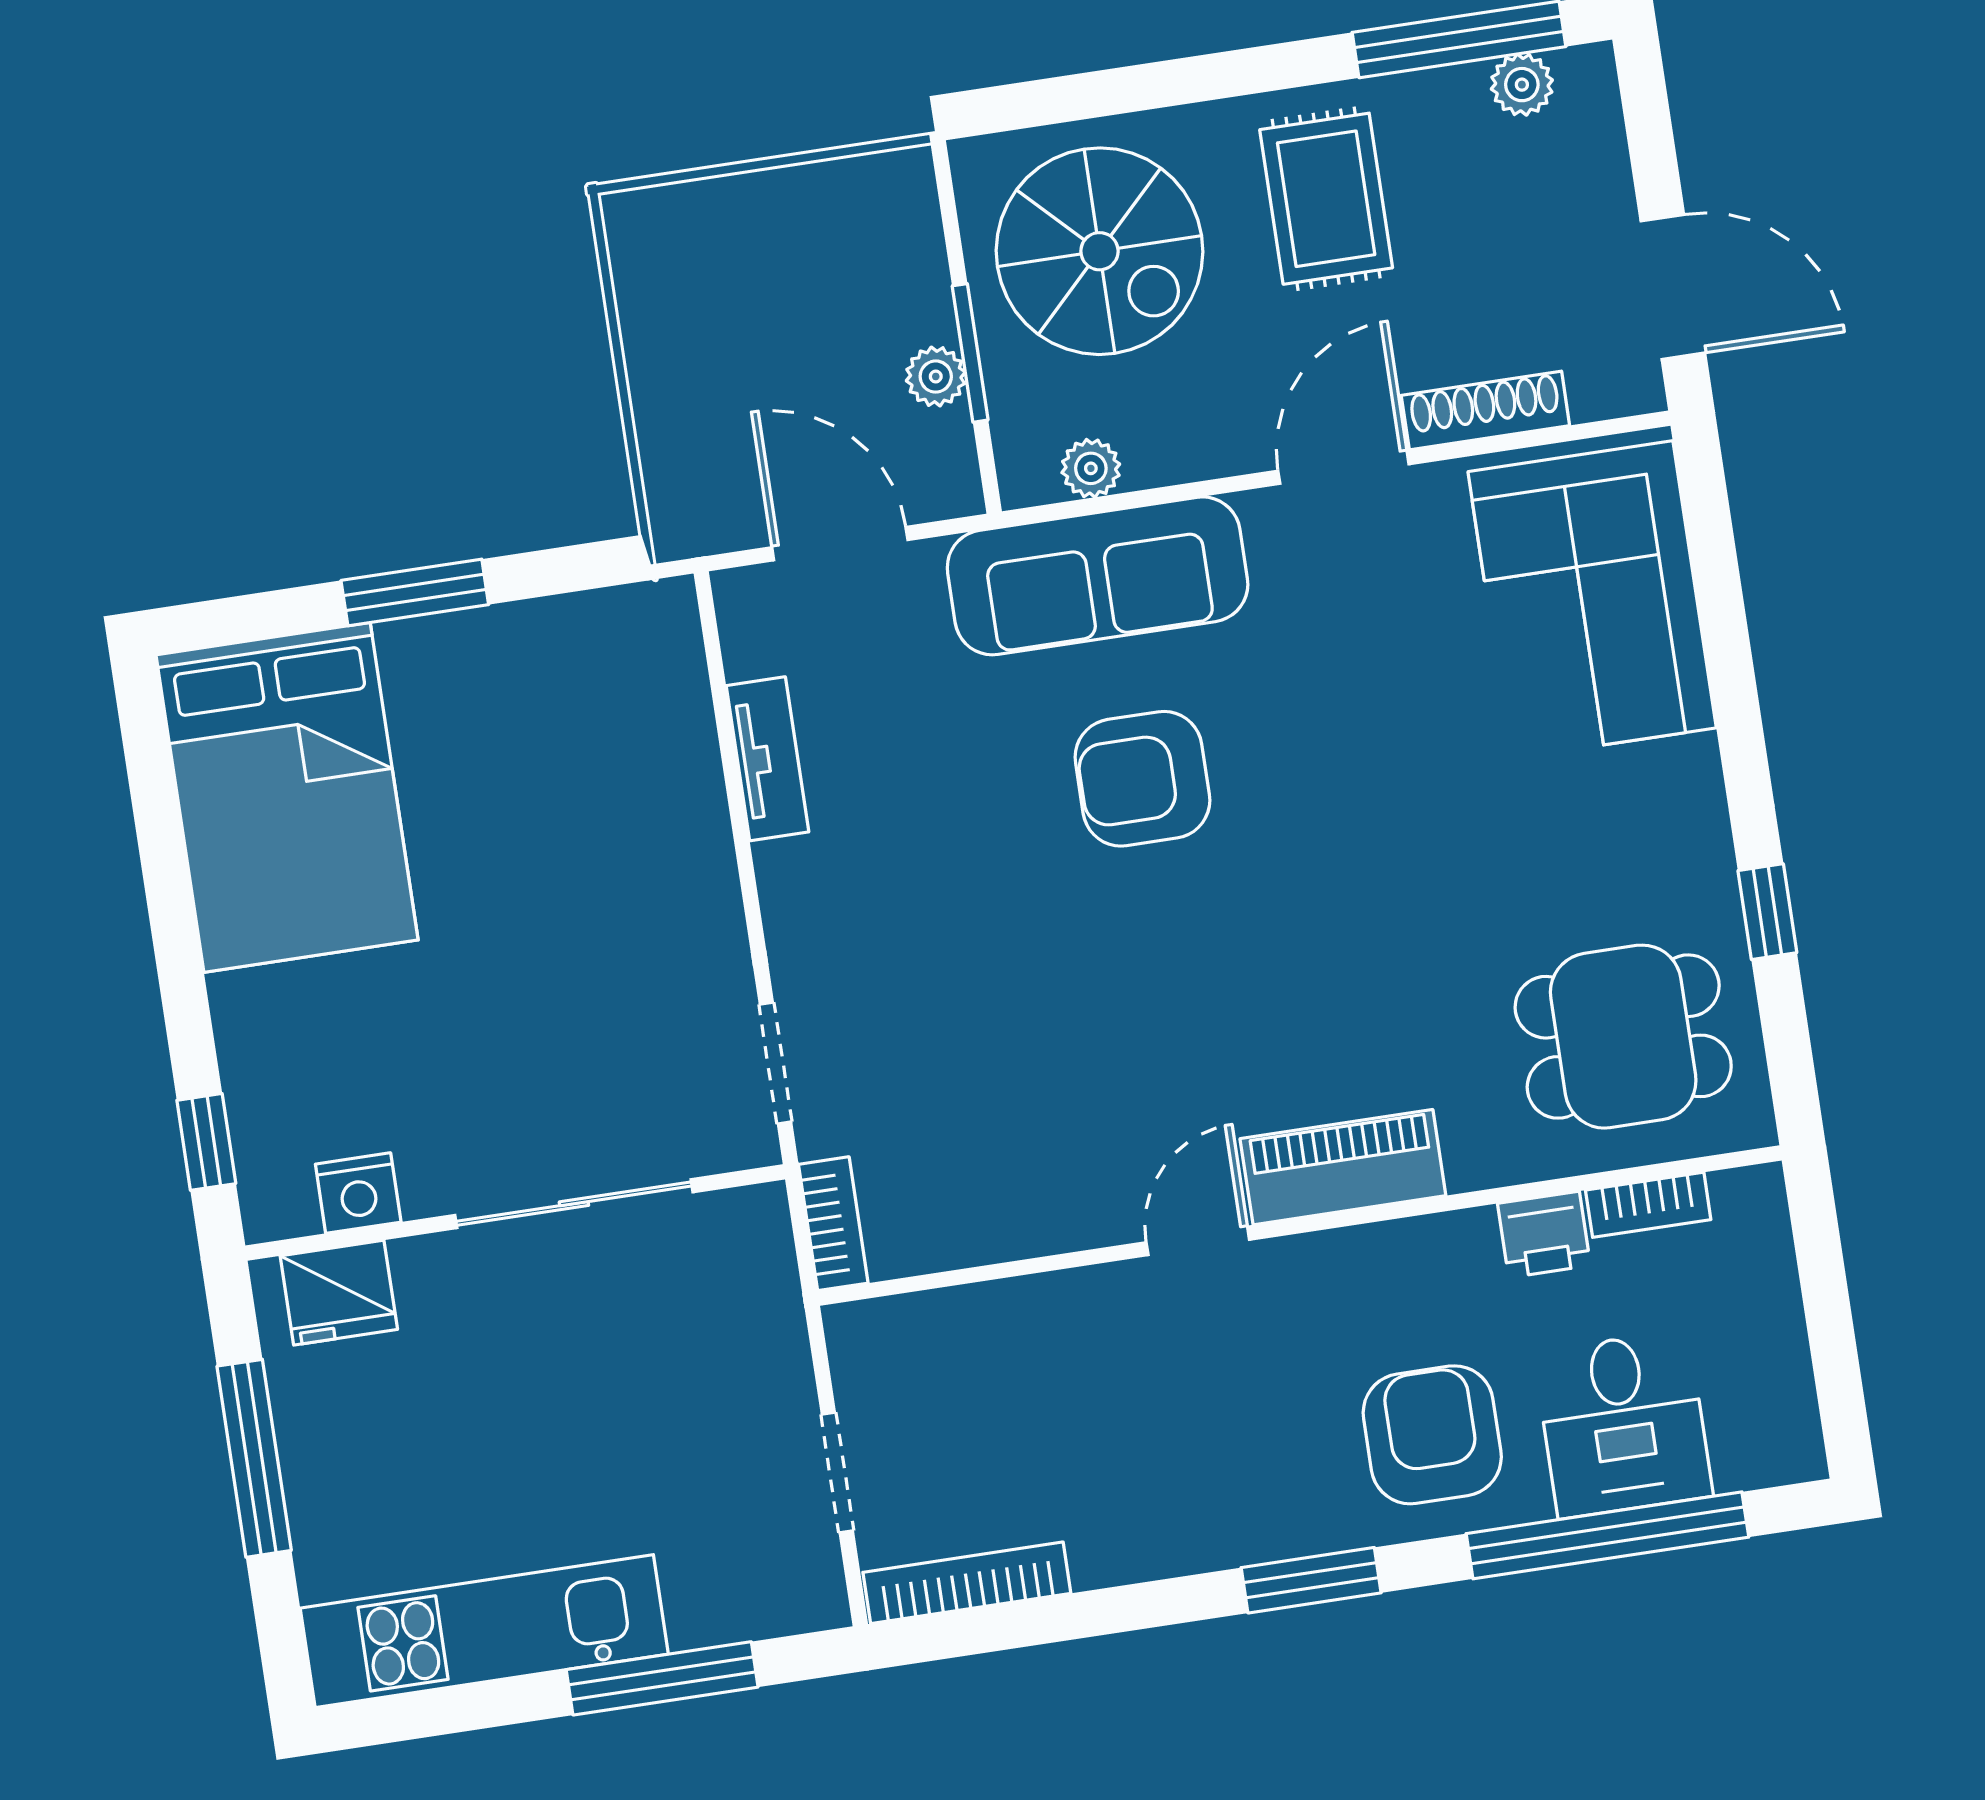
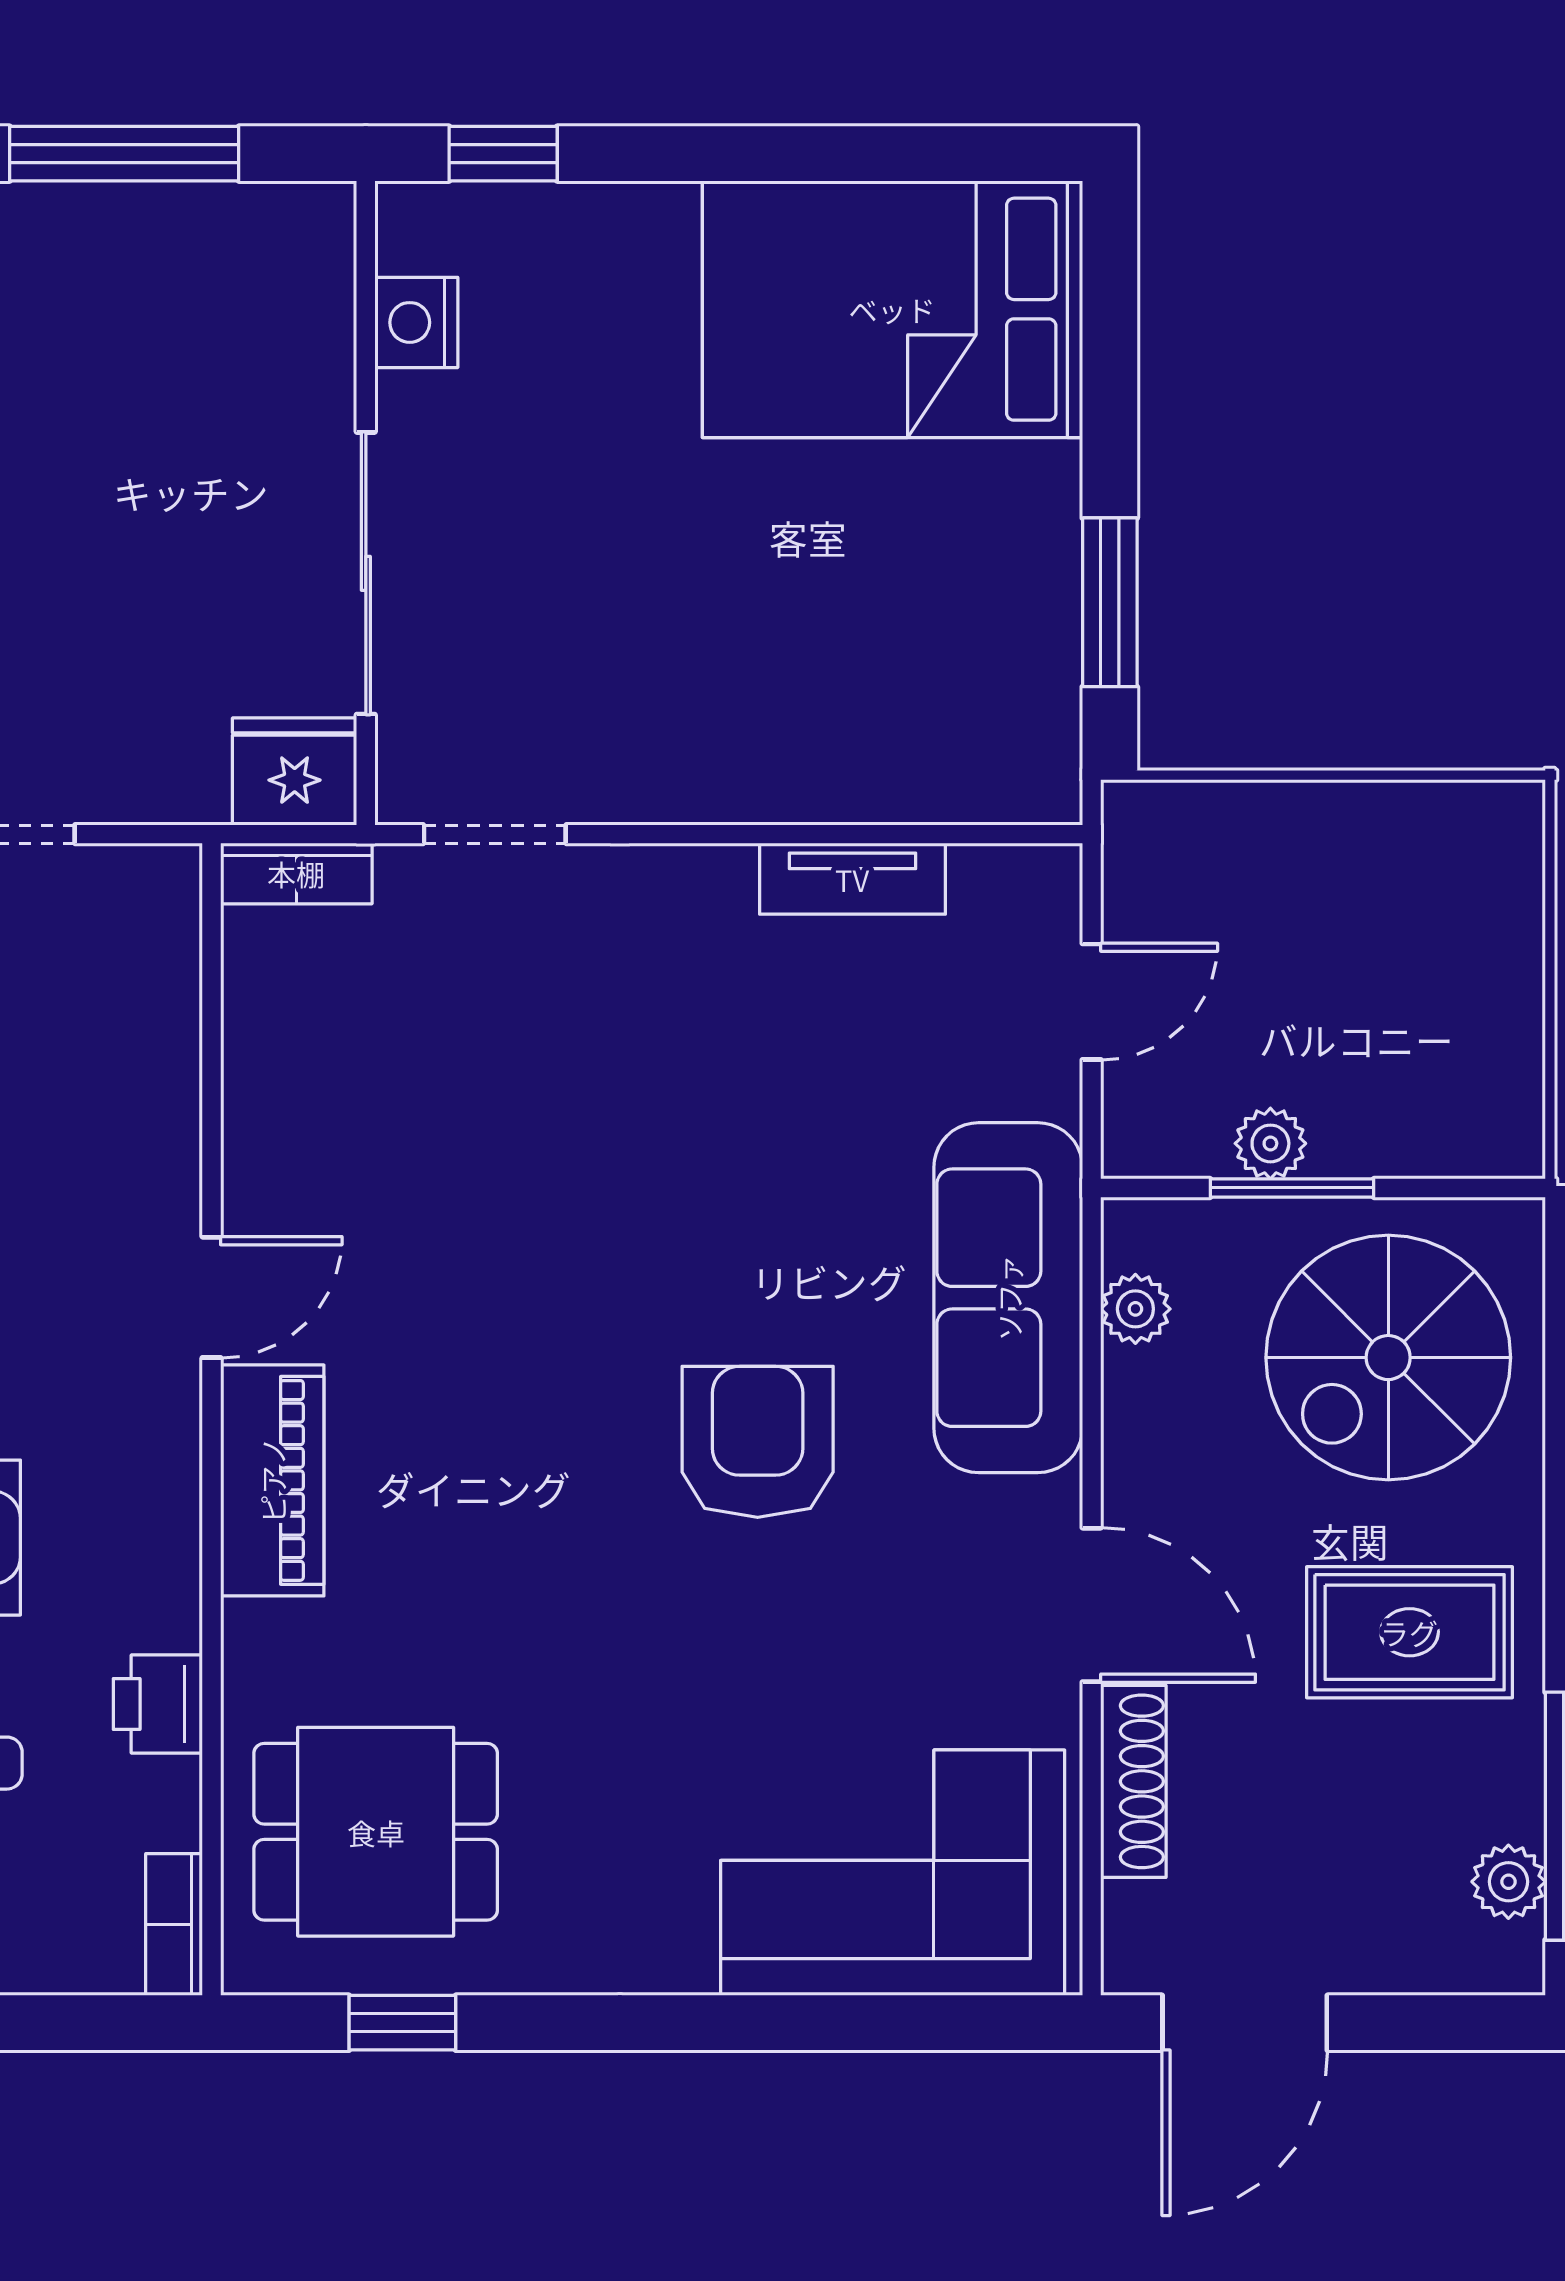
door: (840, 544) -> (1092, 1002), width x0.73
window: (415, 592) -> (1110, 602), moved
armchair: (1142, 779) -> (758, 1442), moved
window: (1767, 912) -> (402, 2023), moved
dining table: (1623, 1037) -> (376, 1832), turned 90
bookcase: (1648, 1205) -> (174, 1925), moved
door: (1198, 1241) -> (212, 1297), hinge flipped
fridge: (339, 1293) -> (295, 772), moved, turned 90

